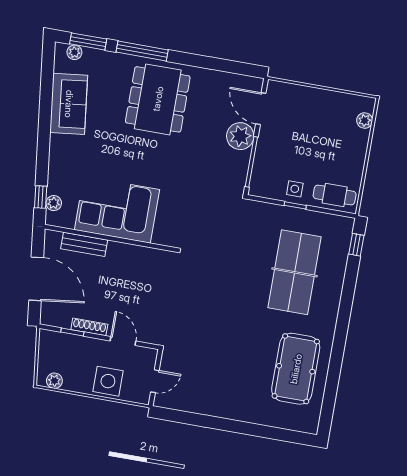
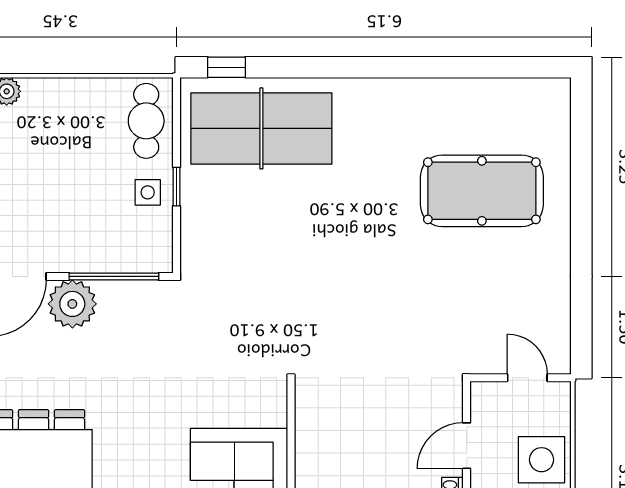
table tennis table: (294, 272) -> (261, 128), moved
pool table: (296, 369) -> (482, 191), moved

